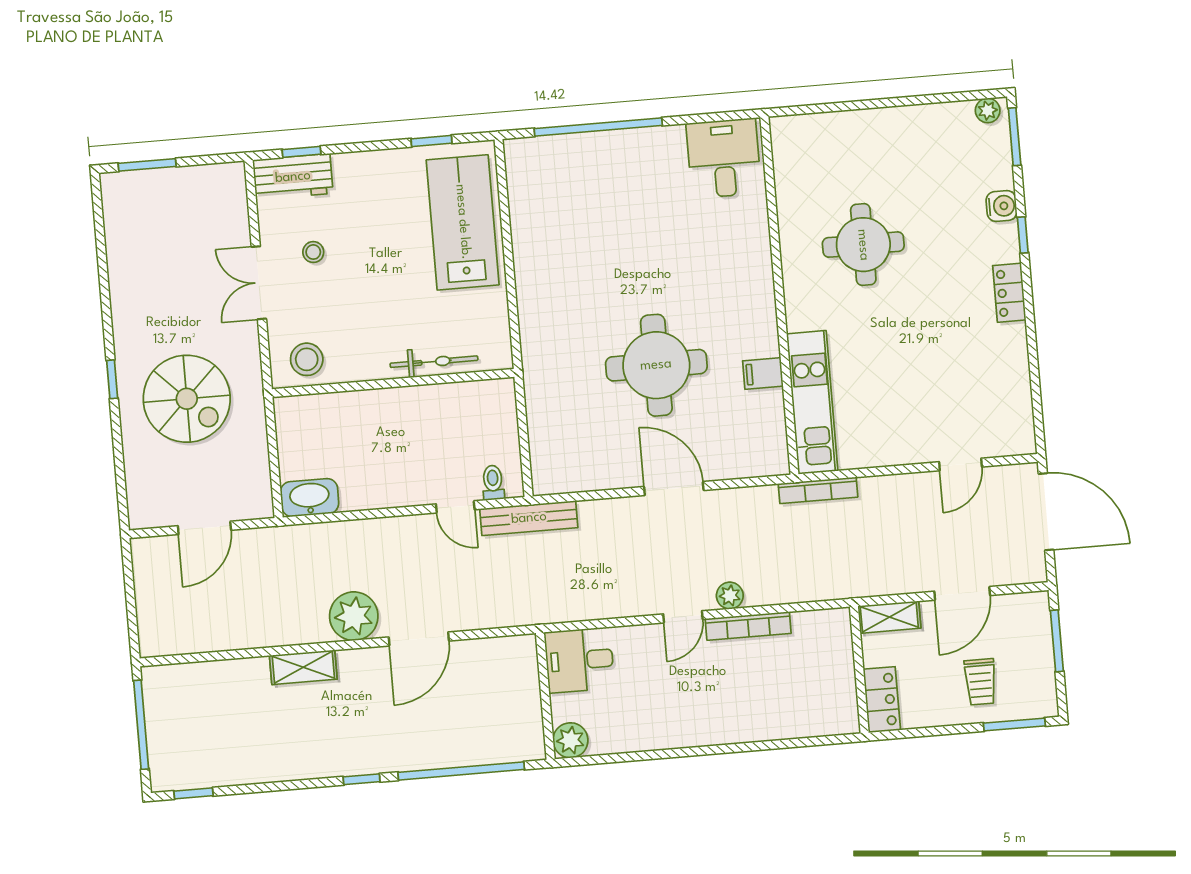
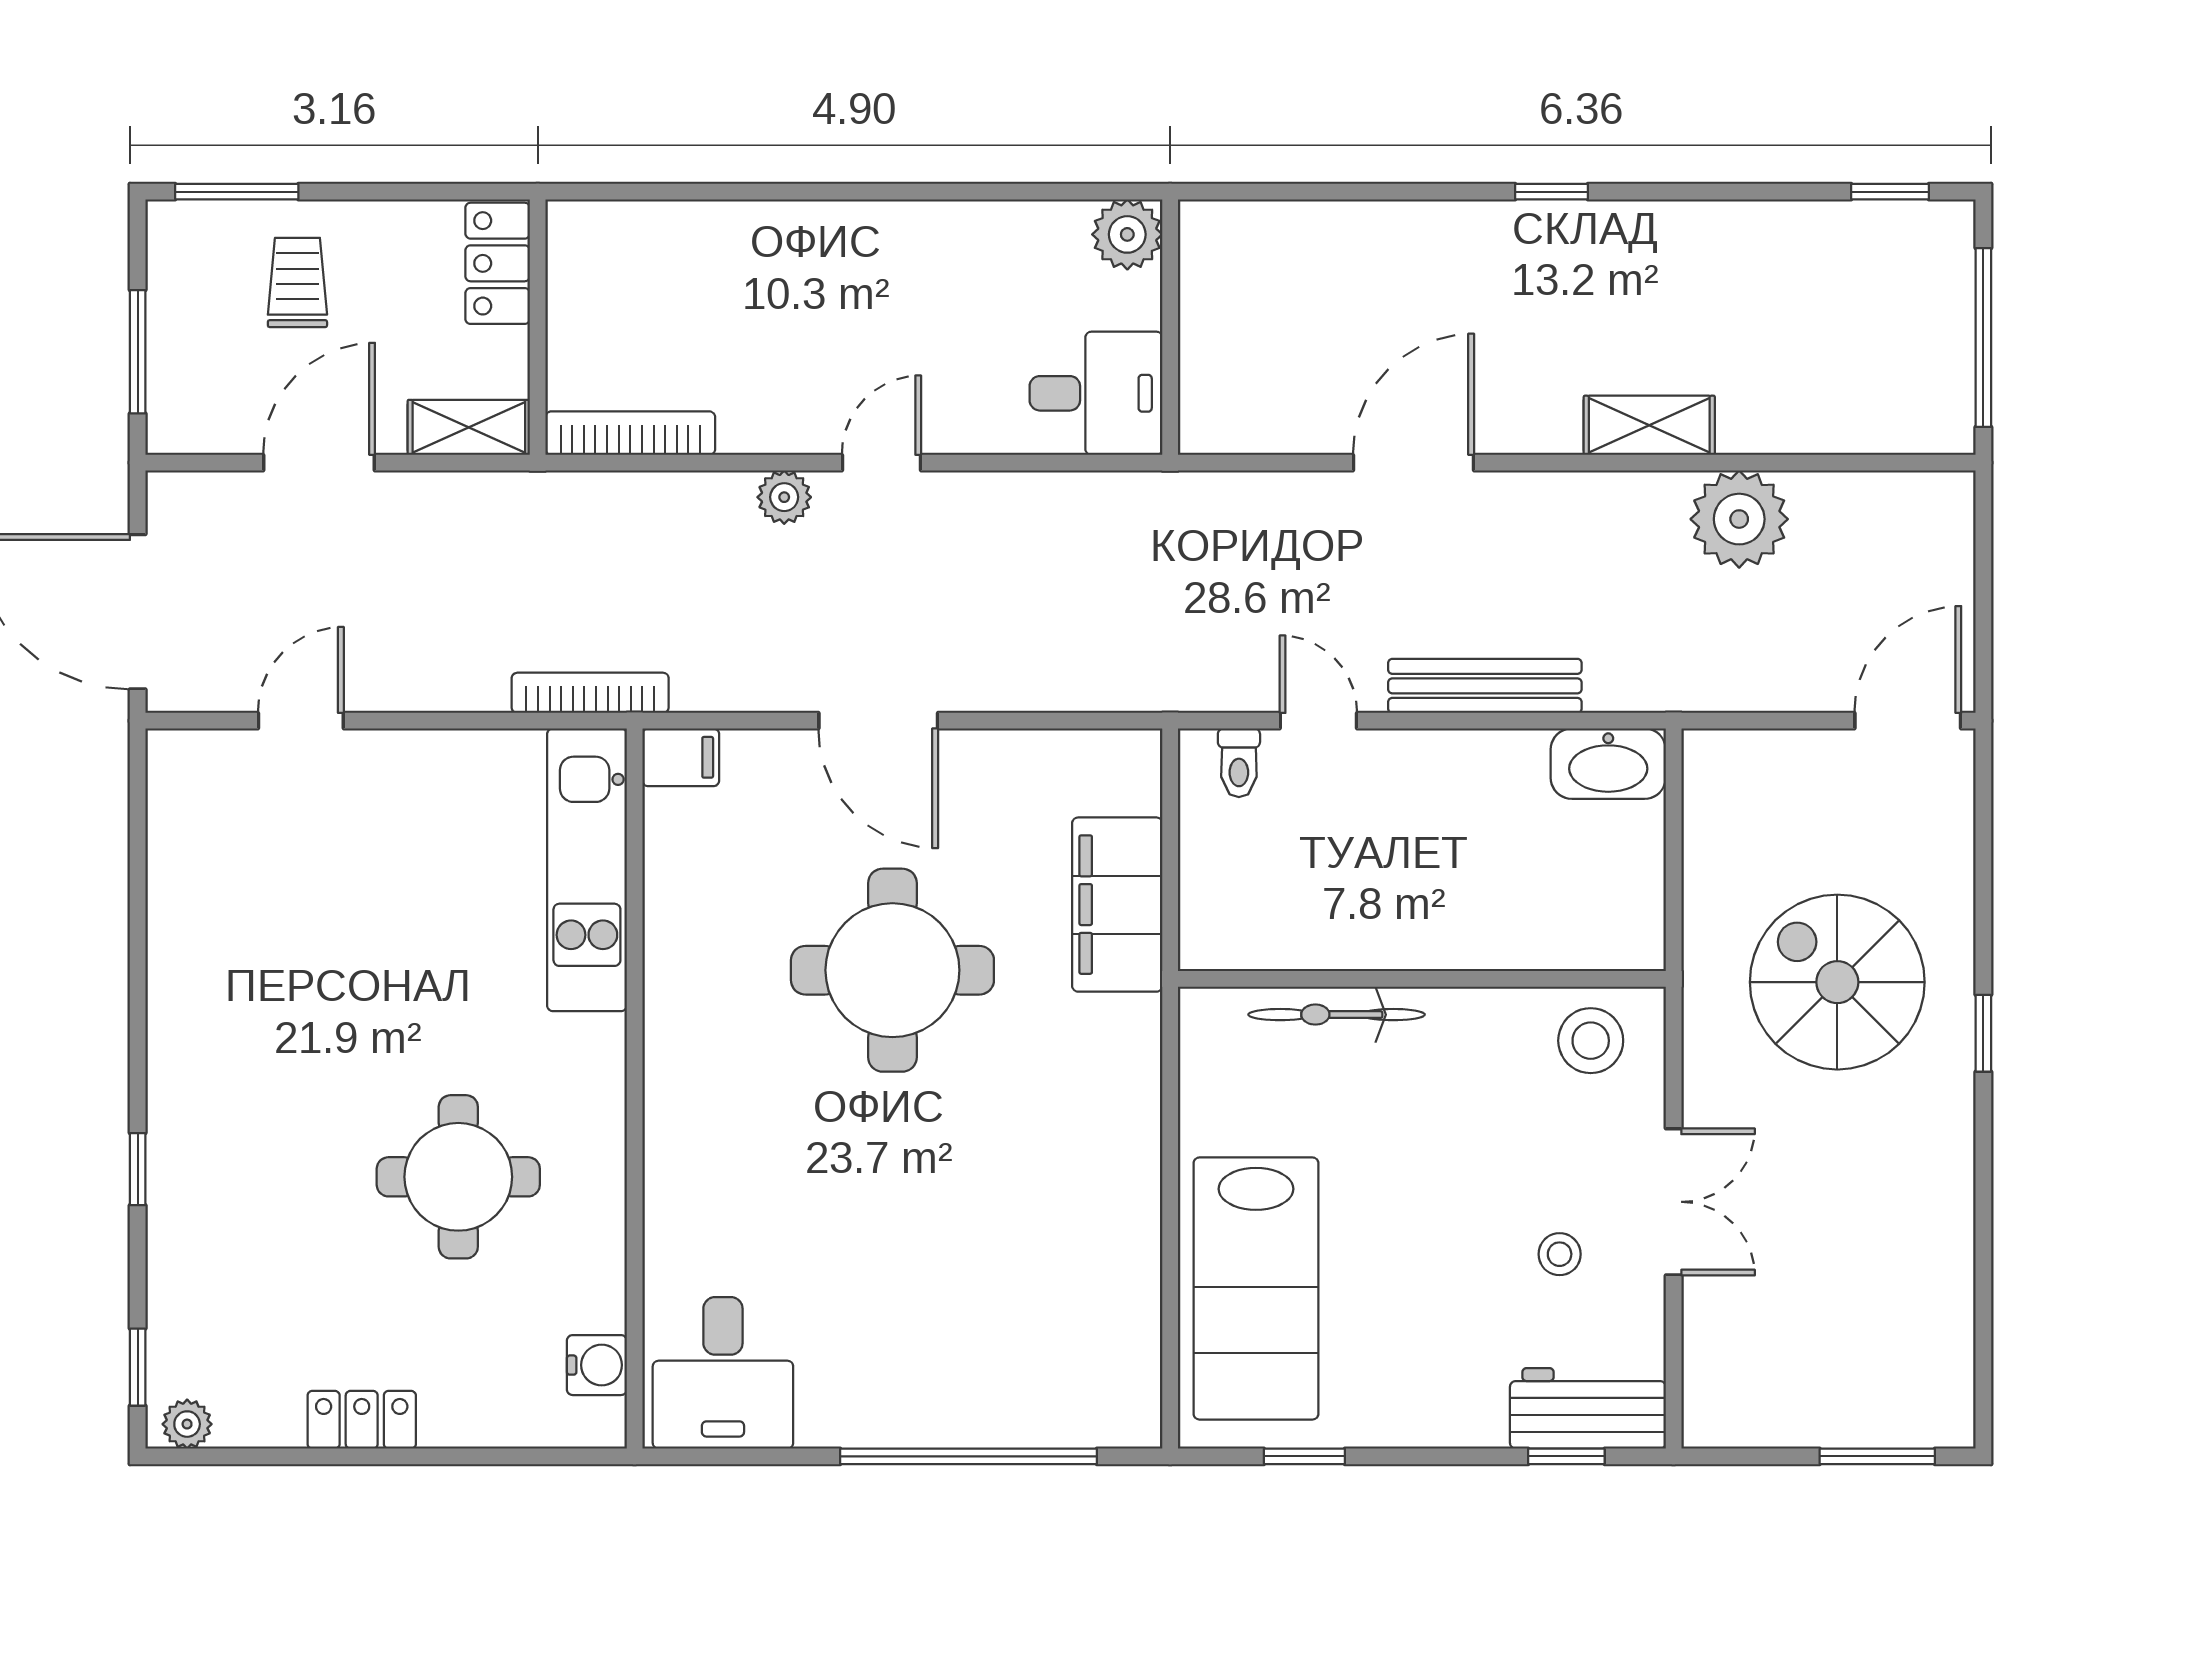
window: (1015, 137) -> (138, 1367), width x0.67
water cooler: (1002, 206) -> (597, 1365), moved, turned 180
locker: (1009, 293) -> (362, 1420), moved, turned -90
filing cabinet: (763, 373) -> (681, 757), moved
filing cabinet: (547, 407) -> (1117, 905), added
bench: (529, 518) -> (1485, 686), moved
door: (204, 528) -> (1908, 721), moved
plant: (354, 616) -> (1739, 519), moved
bookcase: (748, 626) -> (630, 433), moved
window: (461, 771) -> (1351, 192), removed

